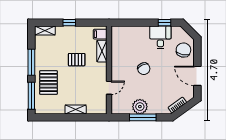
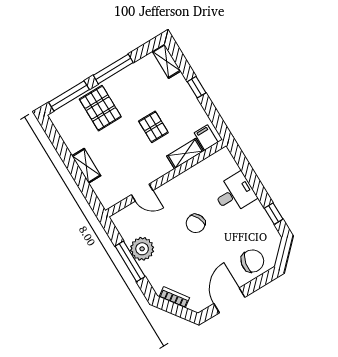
desk: (160, 37) -> (235, 193), moved
pallet: (49, 83) -> (100, 108), turned 90

